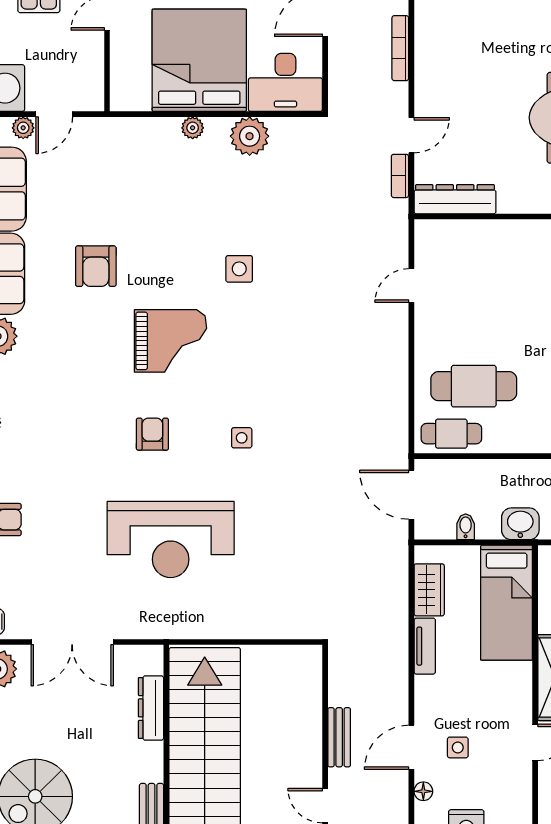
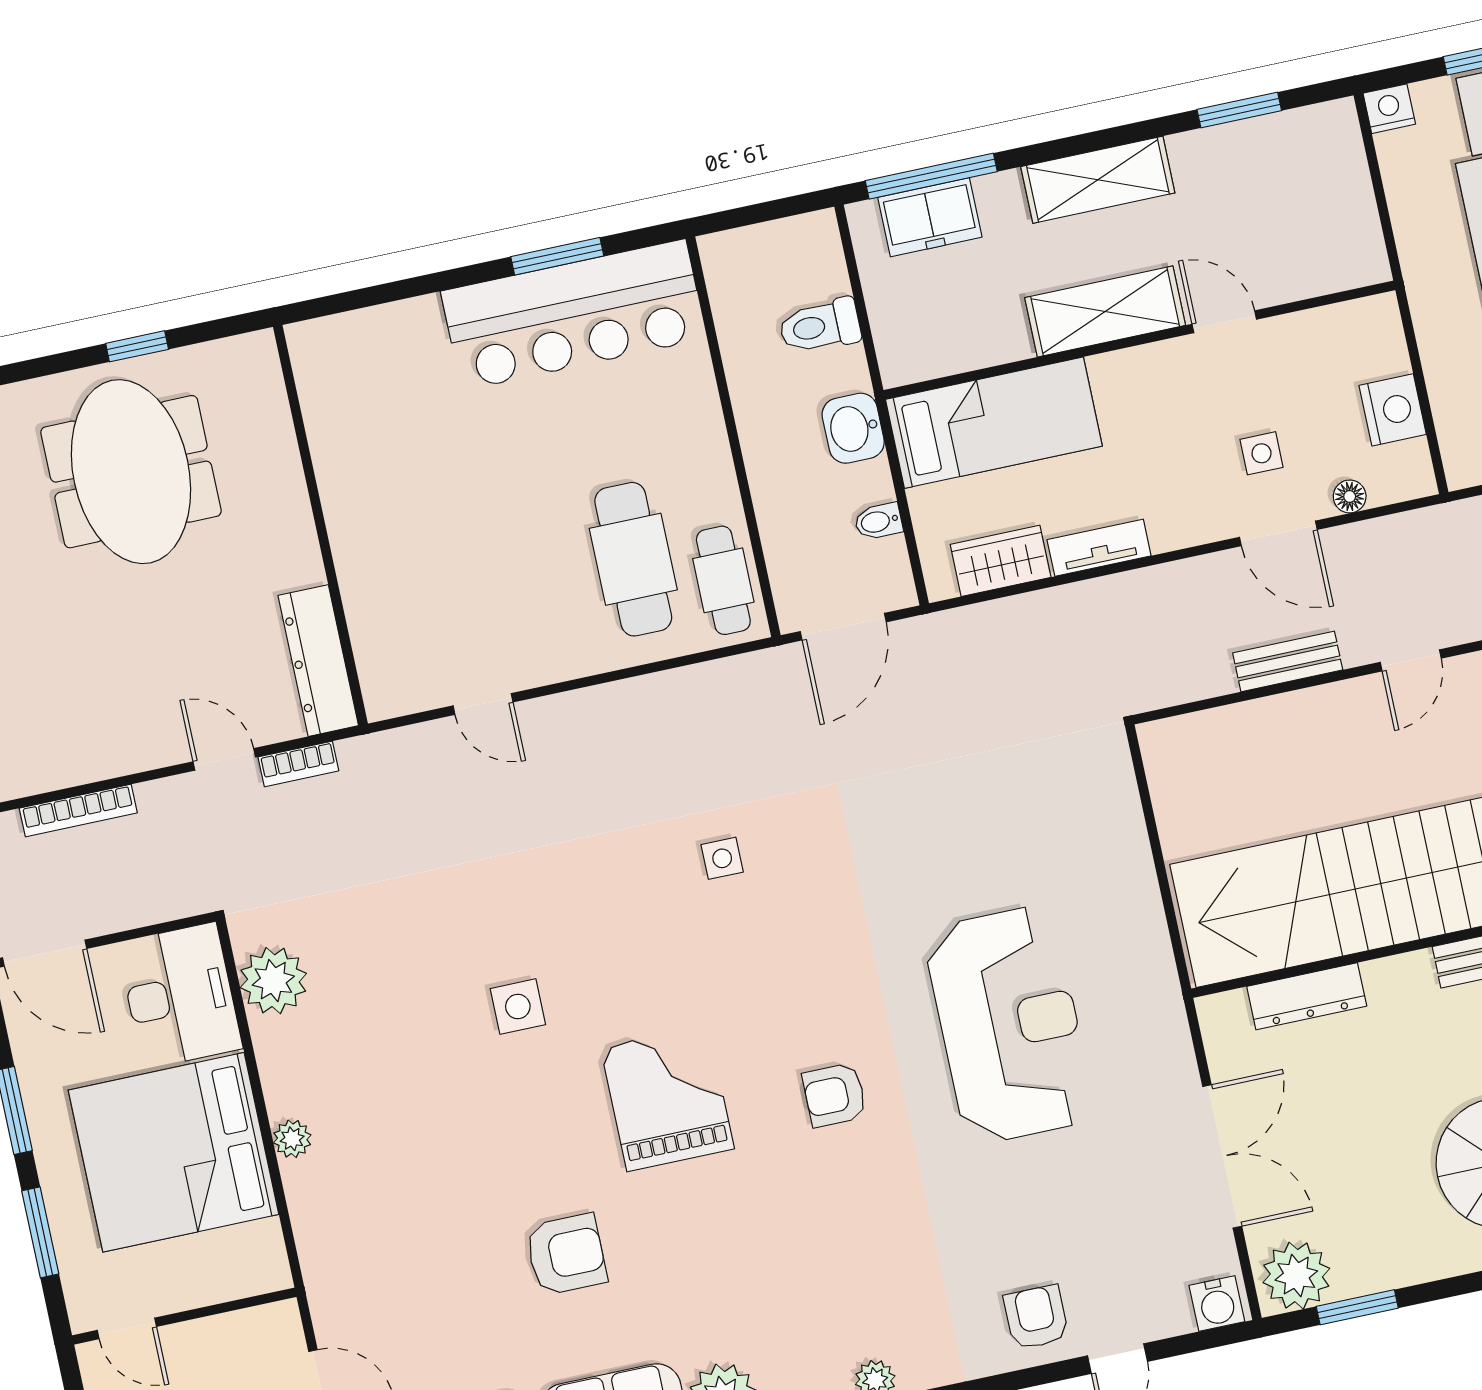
plant: (250, 136) -> (273, 981), moved
side table: (242, 438) -> (722, 858), moved

